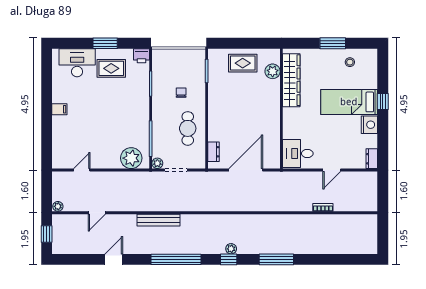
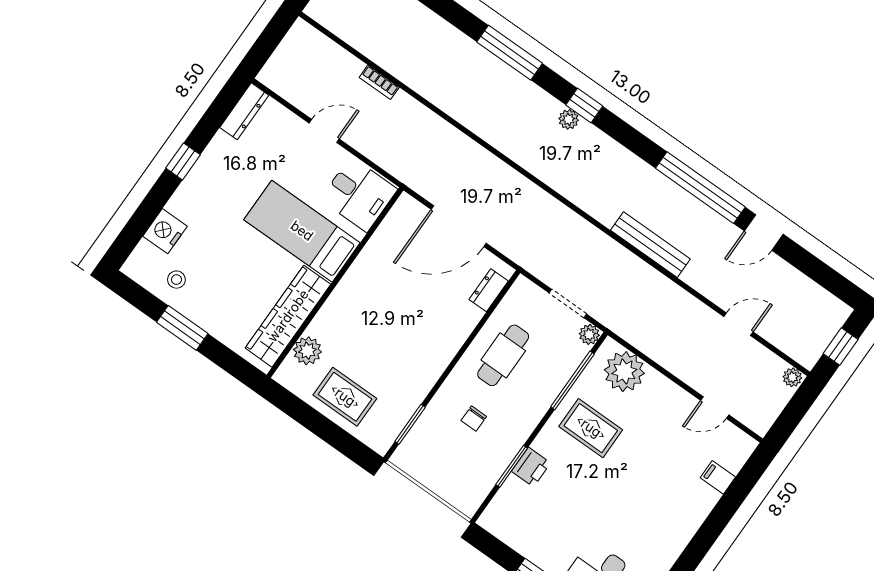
printer: (141, 56) -> (531, 467), moved, turned 90
rug: (111, 68) -> (591, 428), moved
window: (383, 101) -> (183, 161), moved
bed: (349, 102) -> (302, 231), moved, turned 180
filing cabinet: (59, 109) -> (718, 477), moved
nightstand: (369, 125) -> (165, 231), moved
dresser: (372, 159) -> (244, 111), width x1.44
window: (176, 259) -> (700, 188), moved

